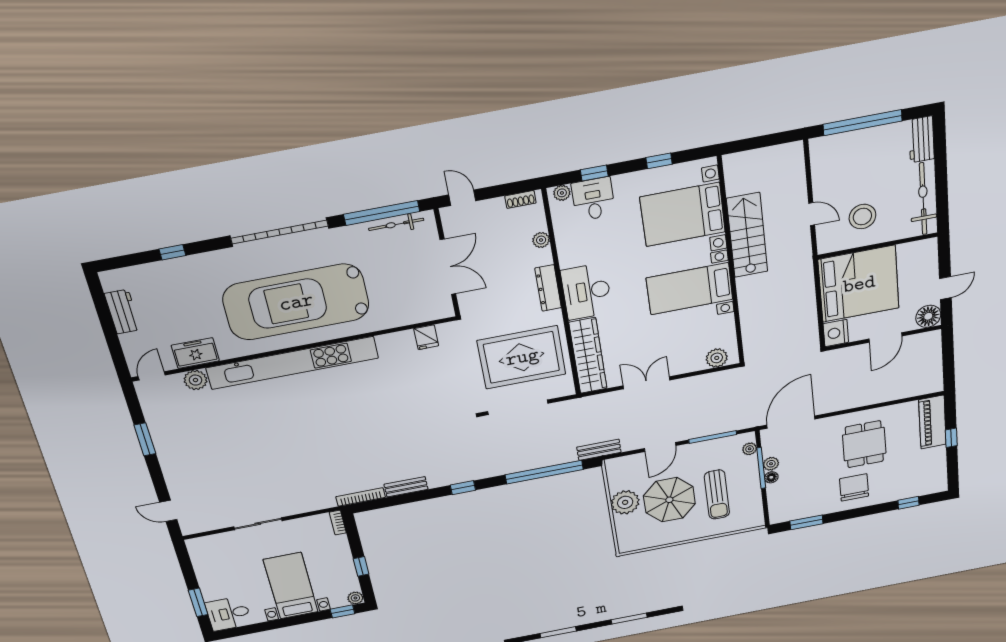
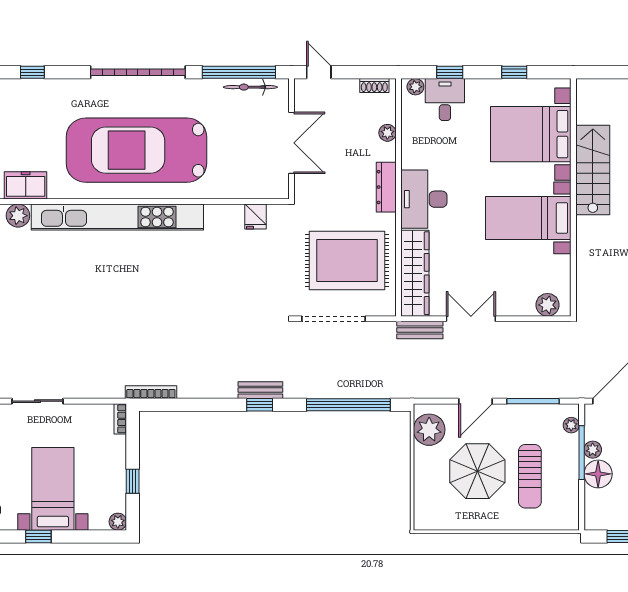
bench: (599, 450) -> (420, 330), moved
floor lamp: (771, 477) -> (598, 474), width x1.89, depth x1.89
bench: (406, 487) -> (260, 390), moved
plant: (625, 502) -> (429, 430), moved
window: (342, 611) -> (38, 536), moved

